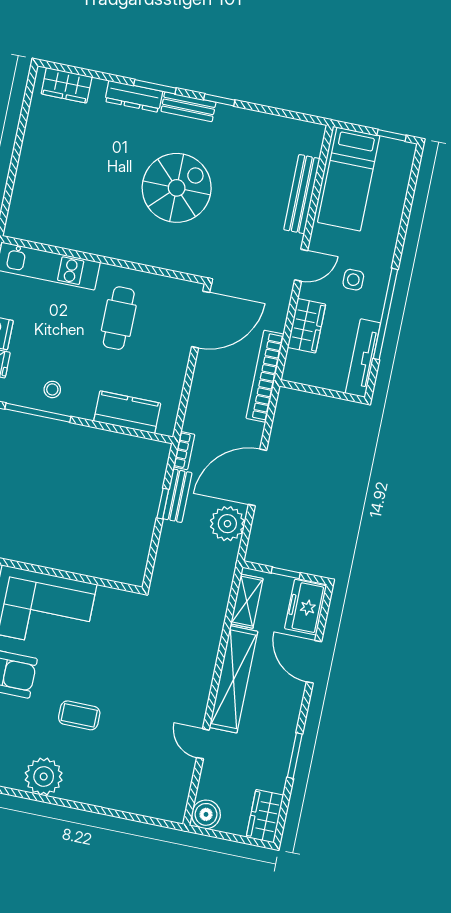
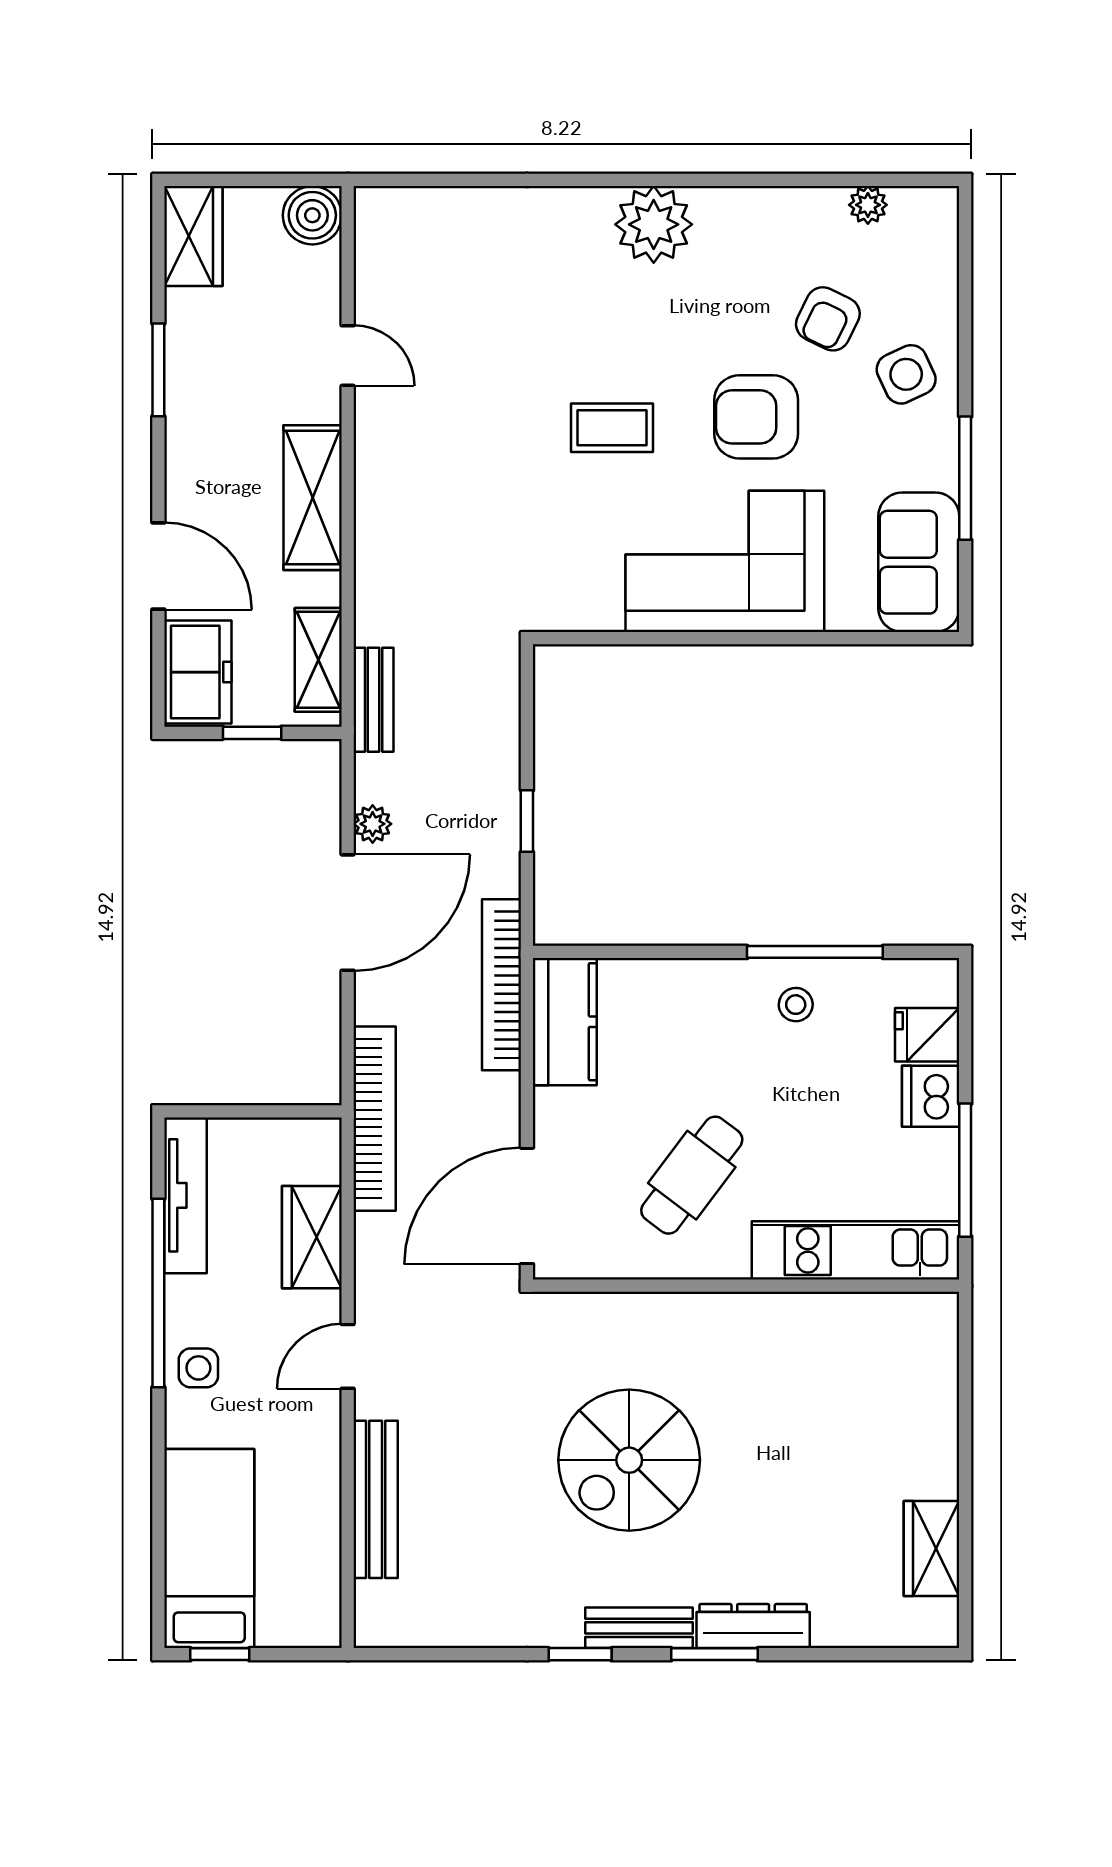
wardrobe: (67, 85) -> (932, 1548), moved, turned -90
bed: (349, 179) -> (209, 1549), moved
side table: (353, 280) -> (198, 1368), moved
cafe table: (119, 318) -> (692, 1175), turned 37
kitchen counter: (127, 412) -> (565, 1022), moved, turned -90
bookcase: (184, 451) -> (501, 985), width x2.31, depth x1.31
bench: (177, 496) -> (374, 700), moved
plant: (227, 524) -> (373, 824), width x0.53, depth x0.53
shelving: (234, 679) -> (313, 498), width x0.68
coffee table: (79, 715) -> (612, 428), moved

